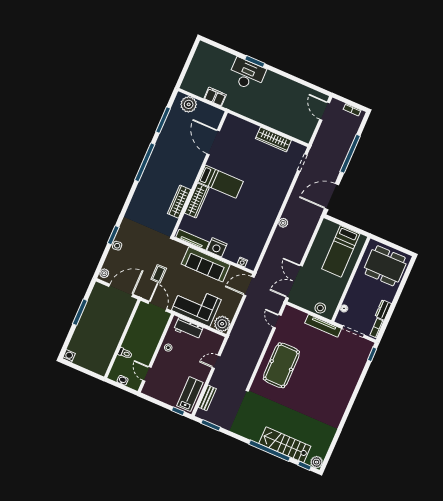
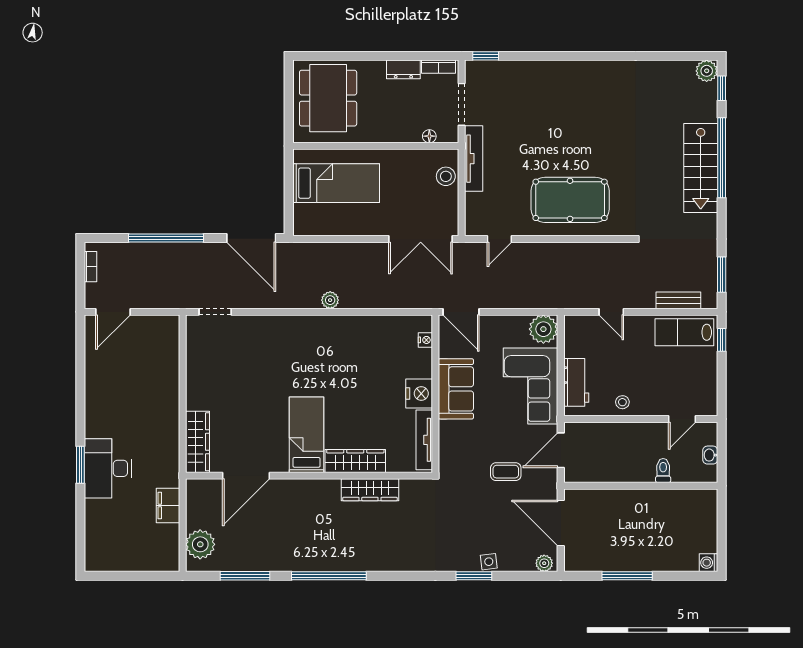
wardrobe: (273, 139) -> (197, 442), moved
sofa: (206, 264) -> (456, 389), width x0.73
stairs: (285, 445) -> (701, 168), moved

